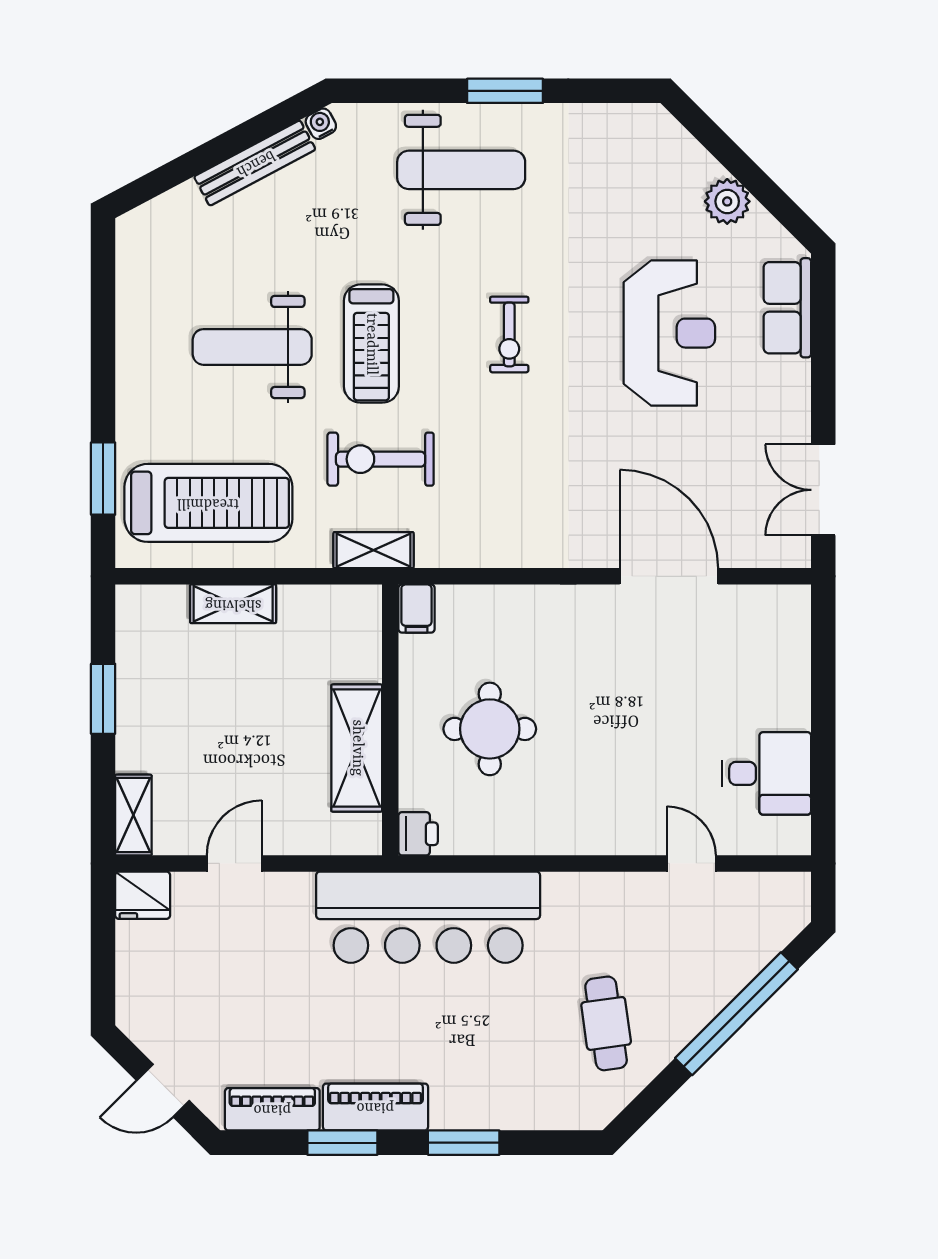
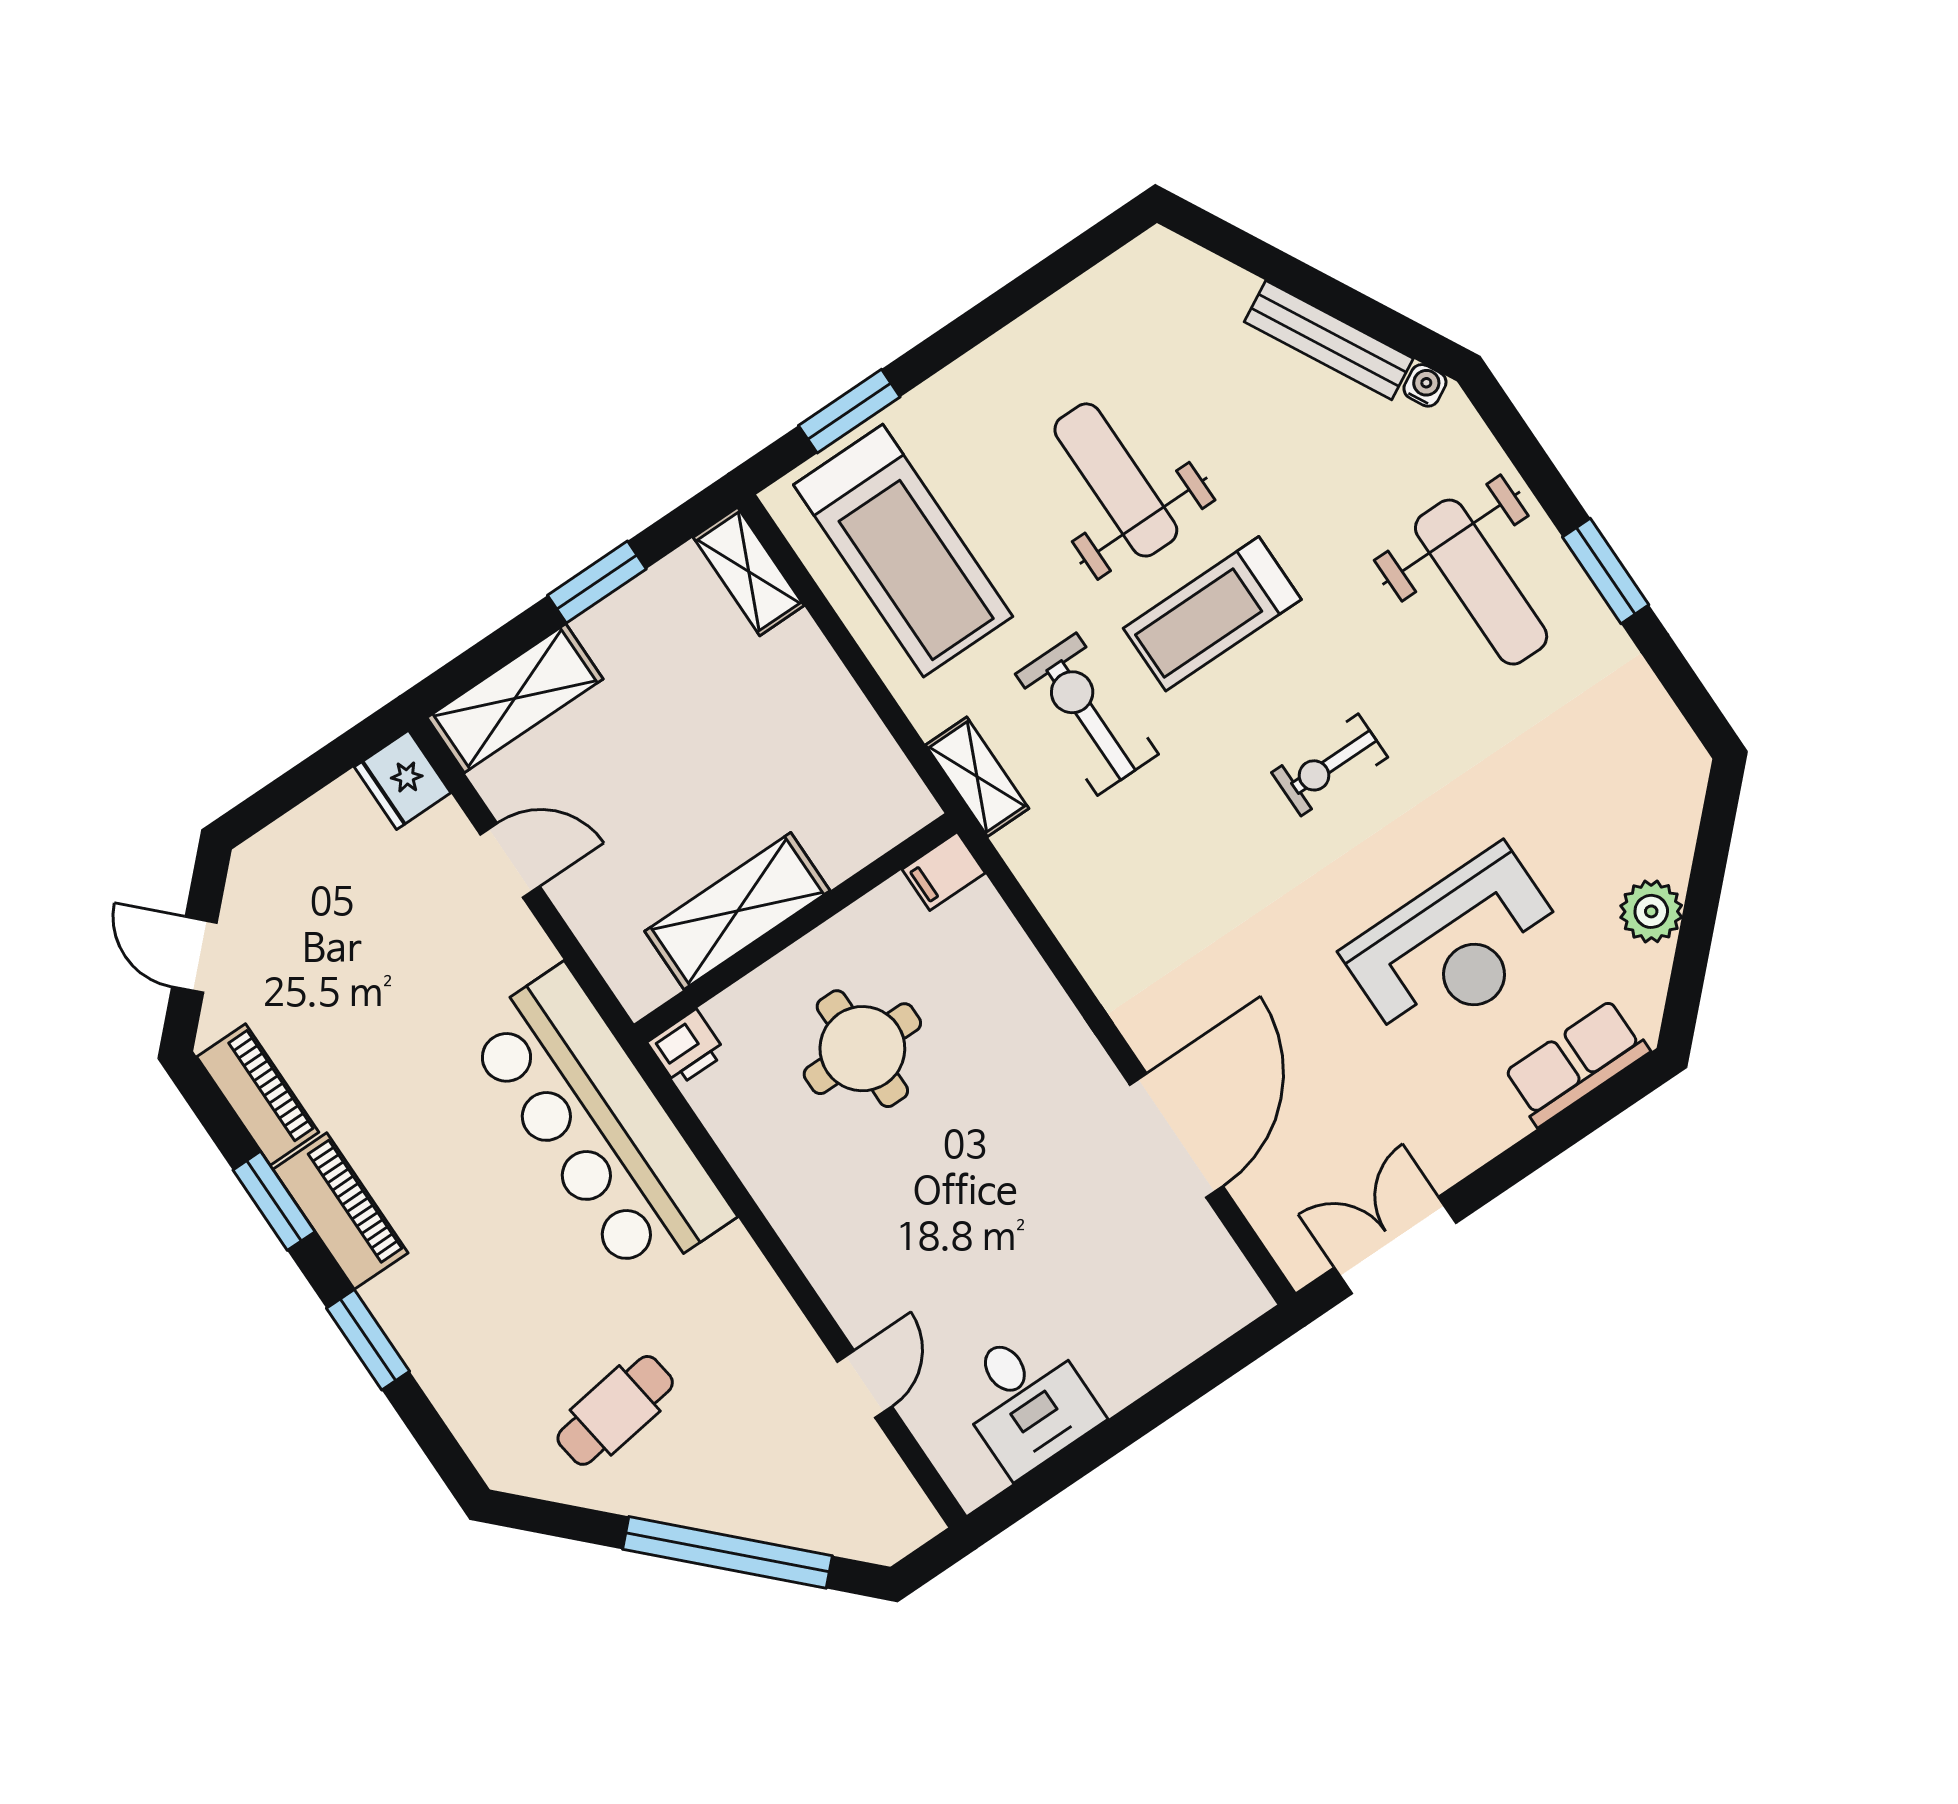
shelving: (233, 604) -> (749, 571), moved
shelving: (133, 815) -> (515, 698), width x1.50, depth x1.33

